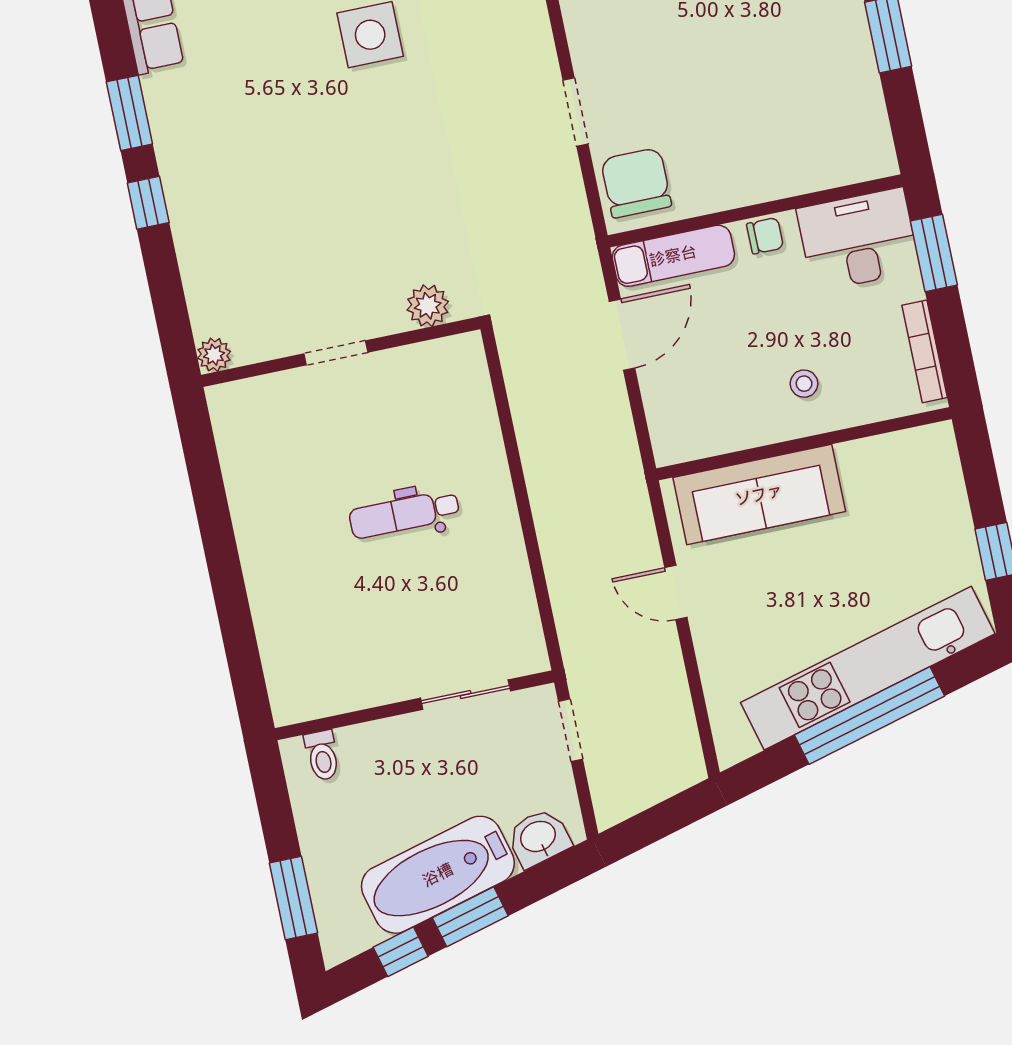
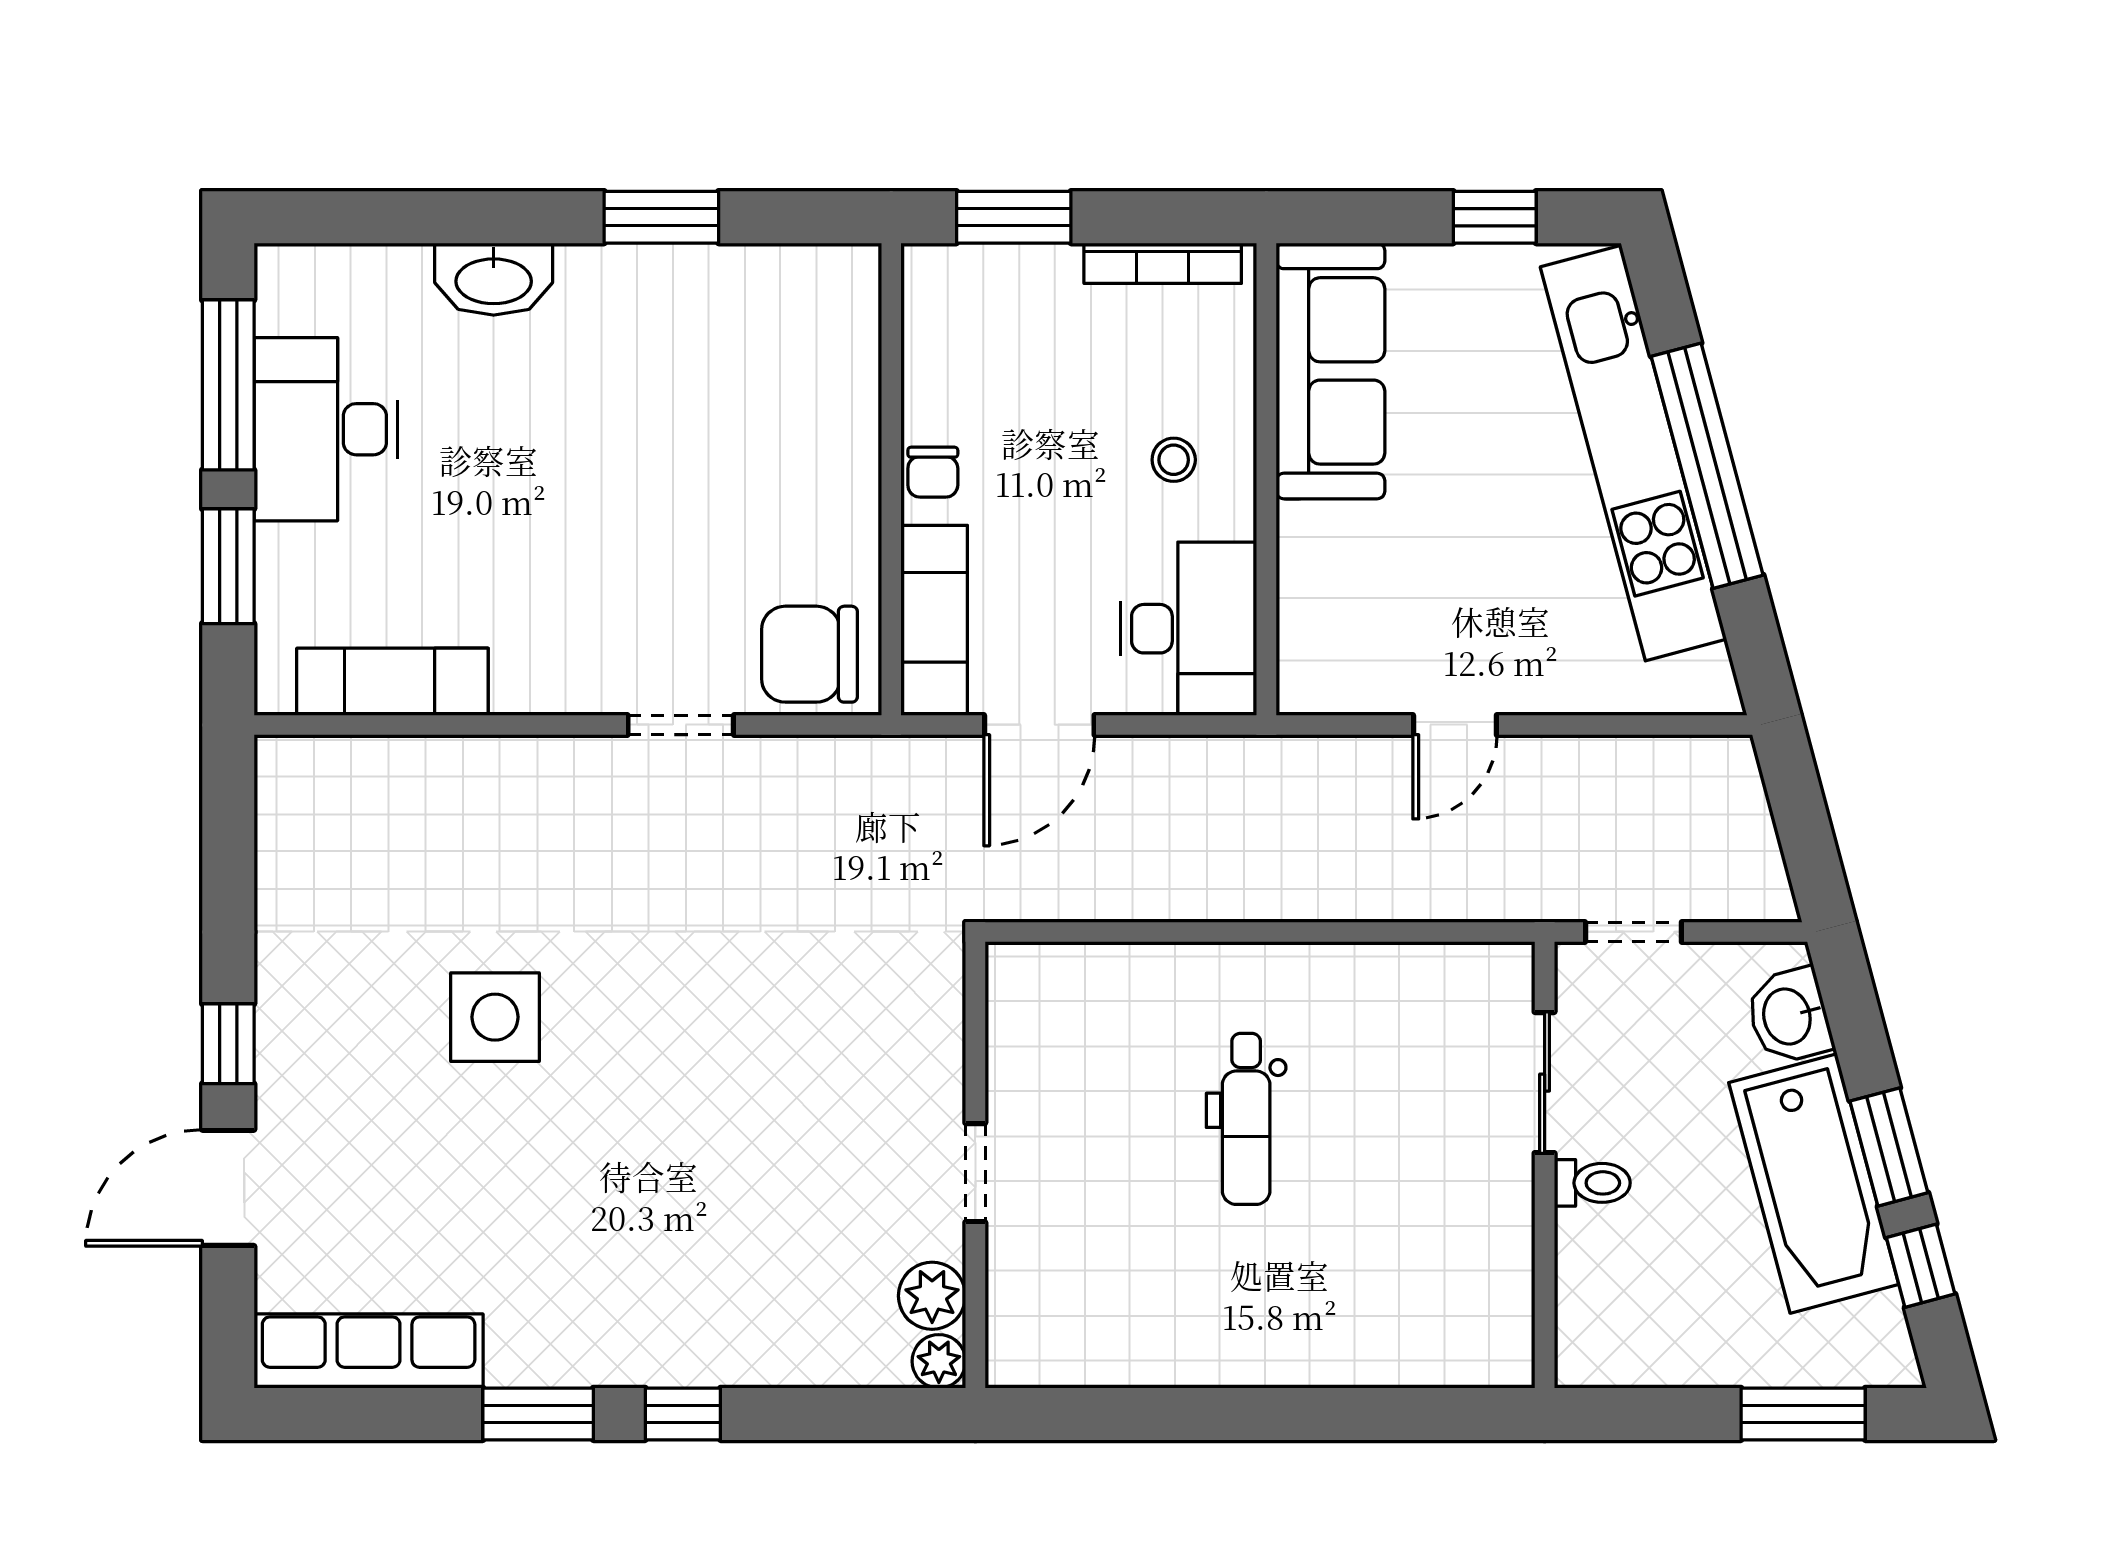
chair: (765, 236) -> (933, 472), turned 180
desk: (858, 240) -> (1189, 629), moved, turned 180
plant: (428, 306) -> (932, 1296), moved
door: (622, 335) -> (1039, 725), swing flipped
sofa: (759, 495) -> (1330, 371), moved
toilet: (322, 755) -> (1592, 1183), moved

